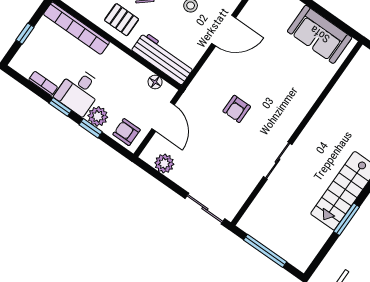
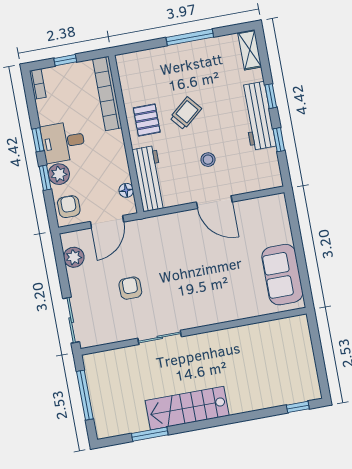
bookcase: (43, 83) -> (38, 84), moved
armchair: (237, 109) -> (130, 288), moved, turned 90
window: (347, 219) -> (150, 434), moved

